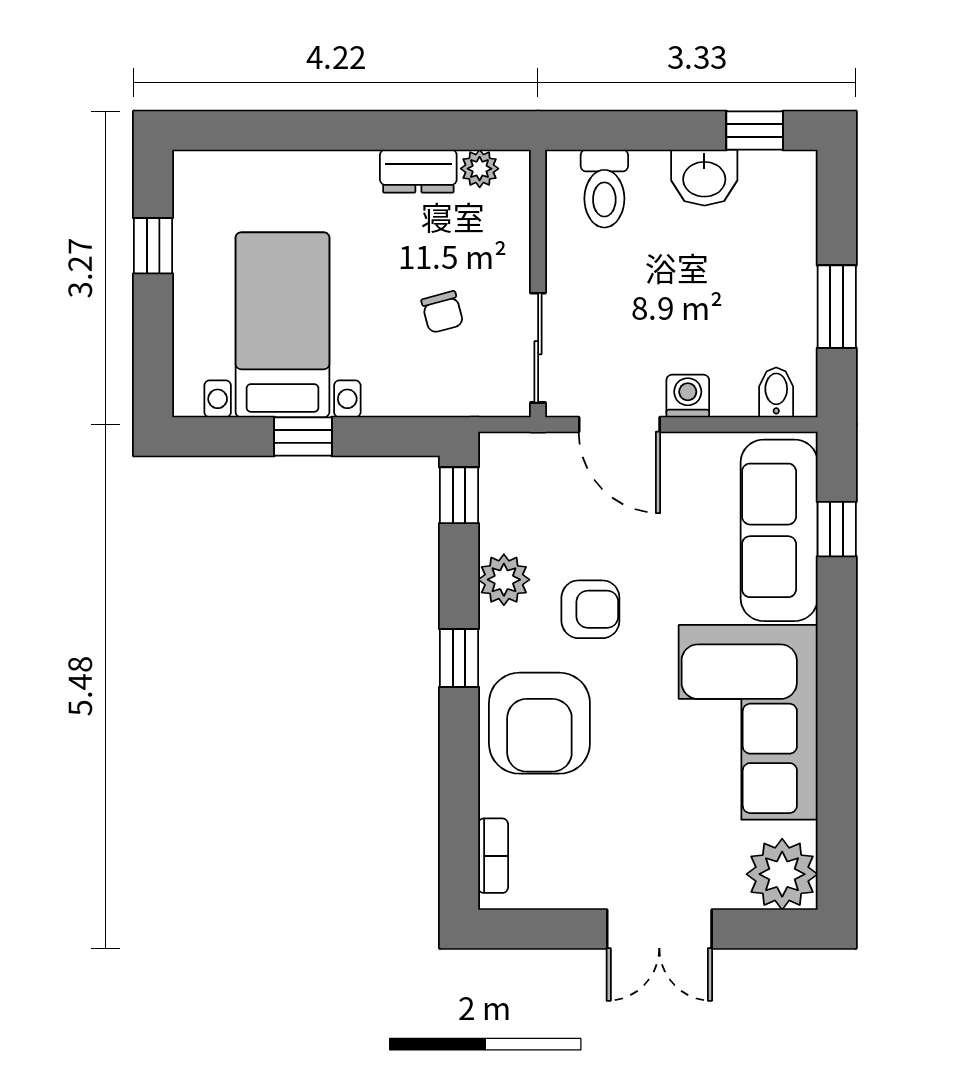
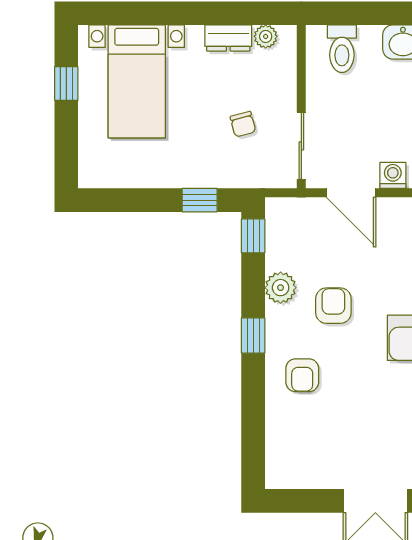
bed with nightstands: (282, 325) -> (137, 81), moved, turned 180
window: (303, 436) -> (200, 200), moved
armchair: (590, 609) -> (333, 306), turned -90
armchair: (539, 723) -> (302, 375), width x0.53, depth x0.53
bookcase: (493, 856) -> (274, 456), removed

